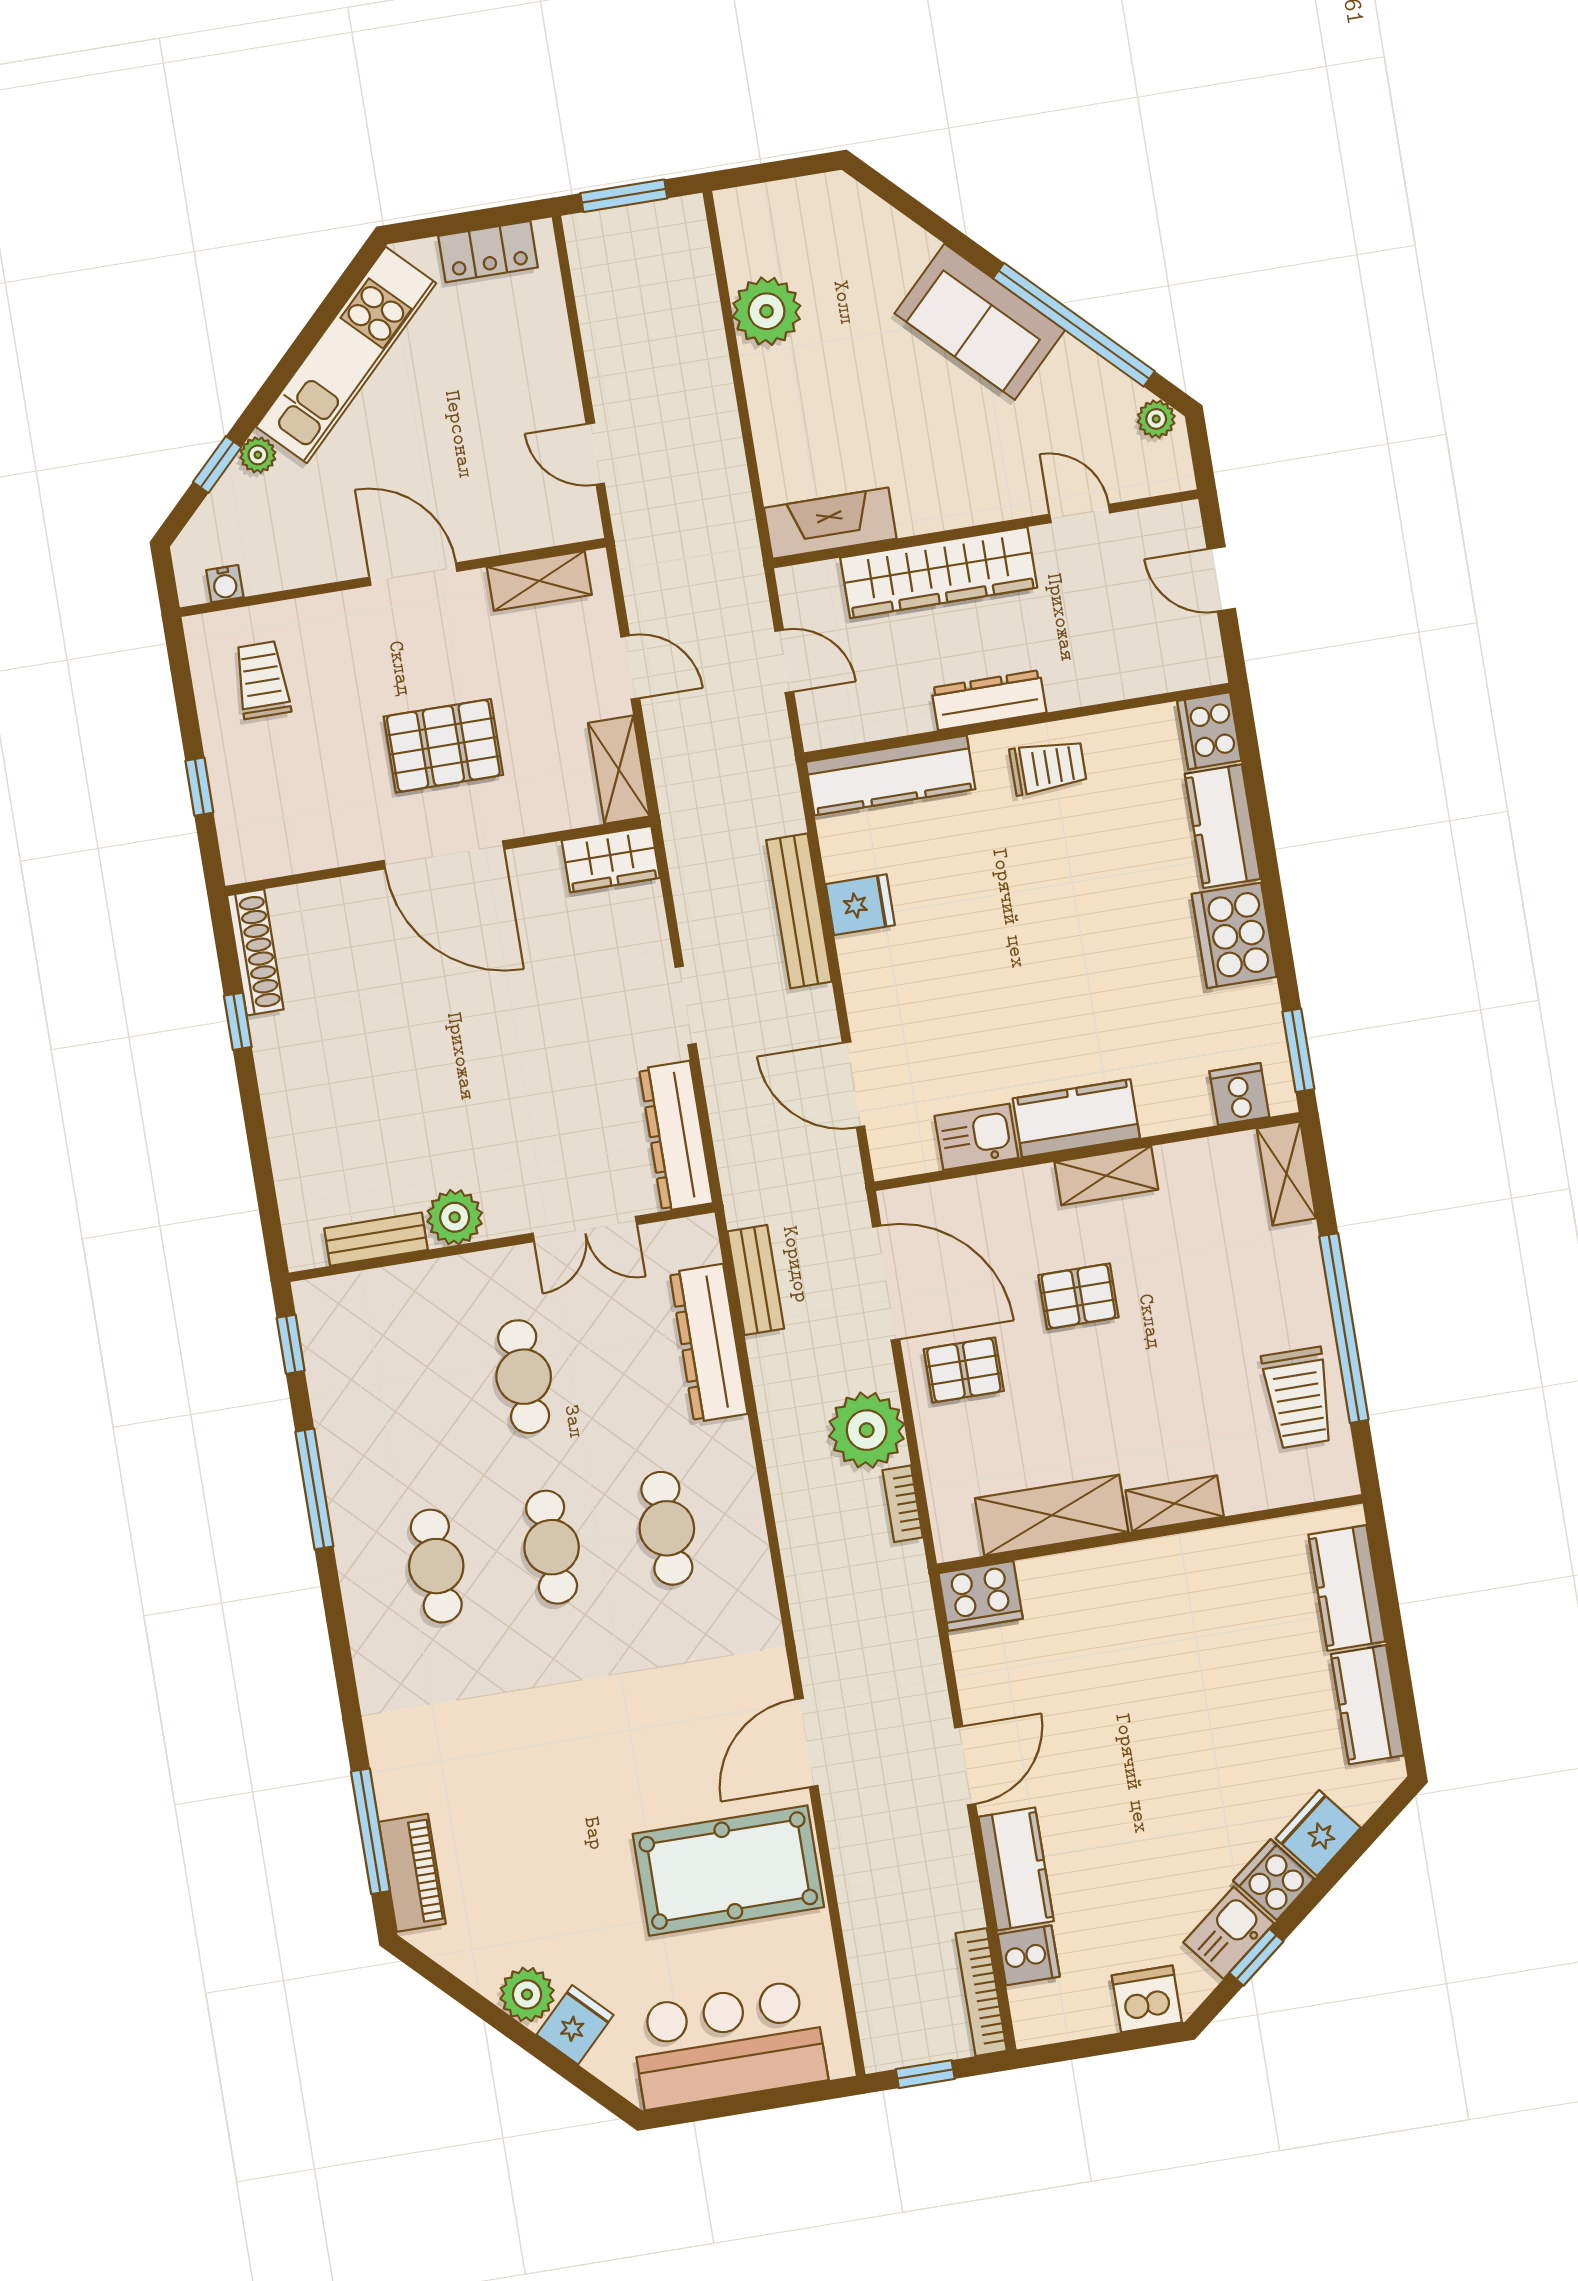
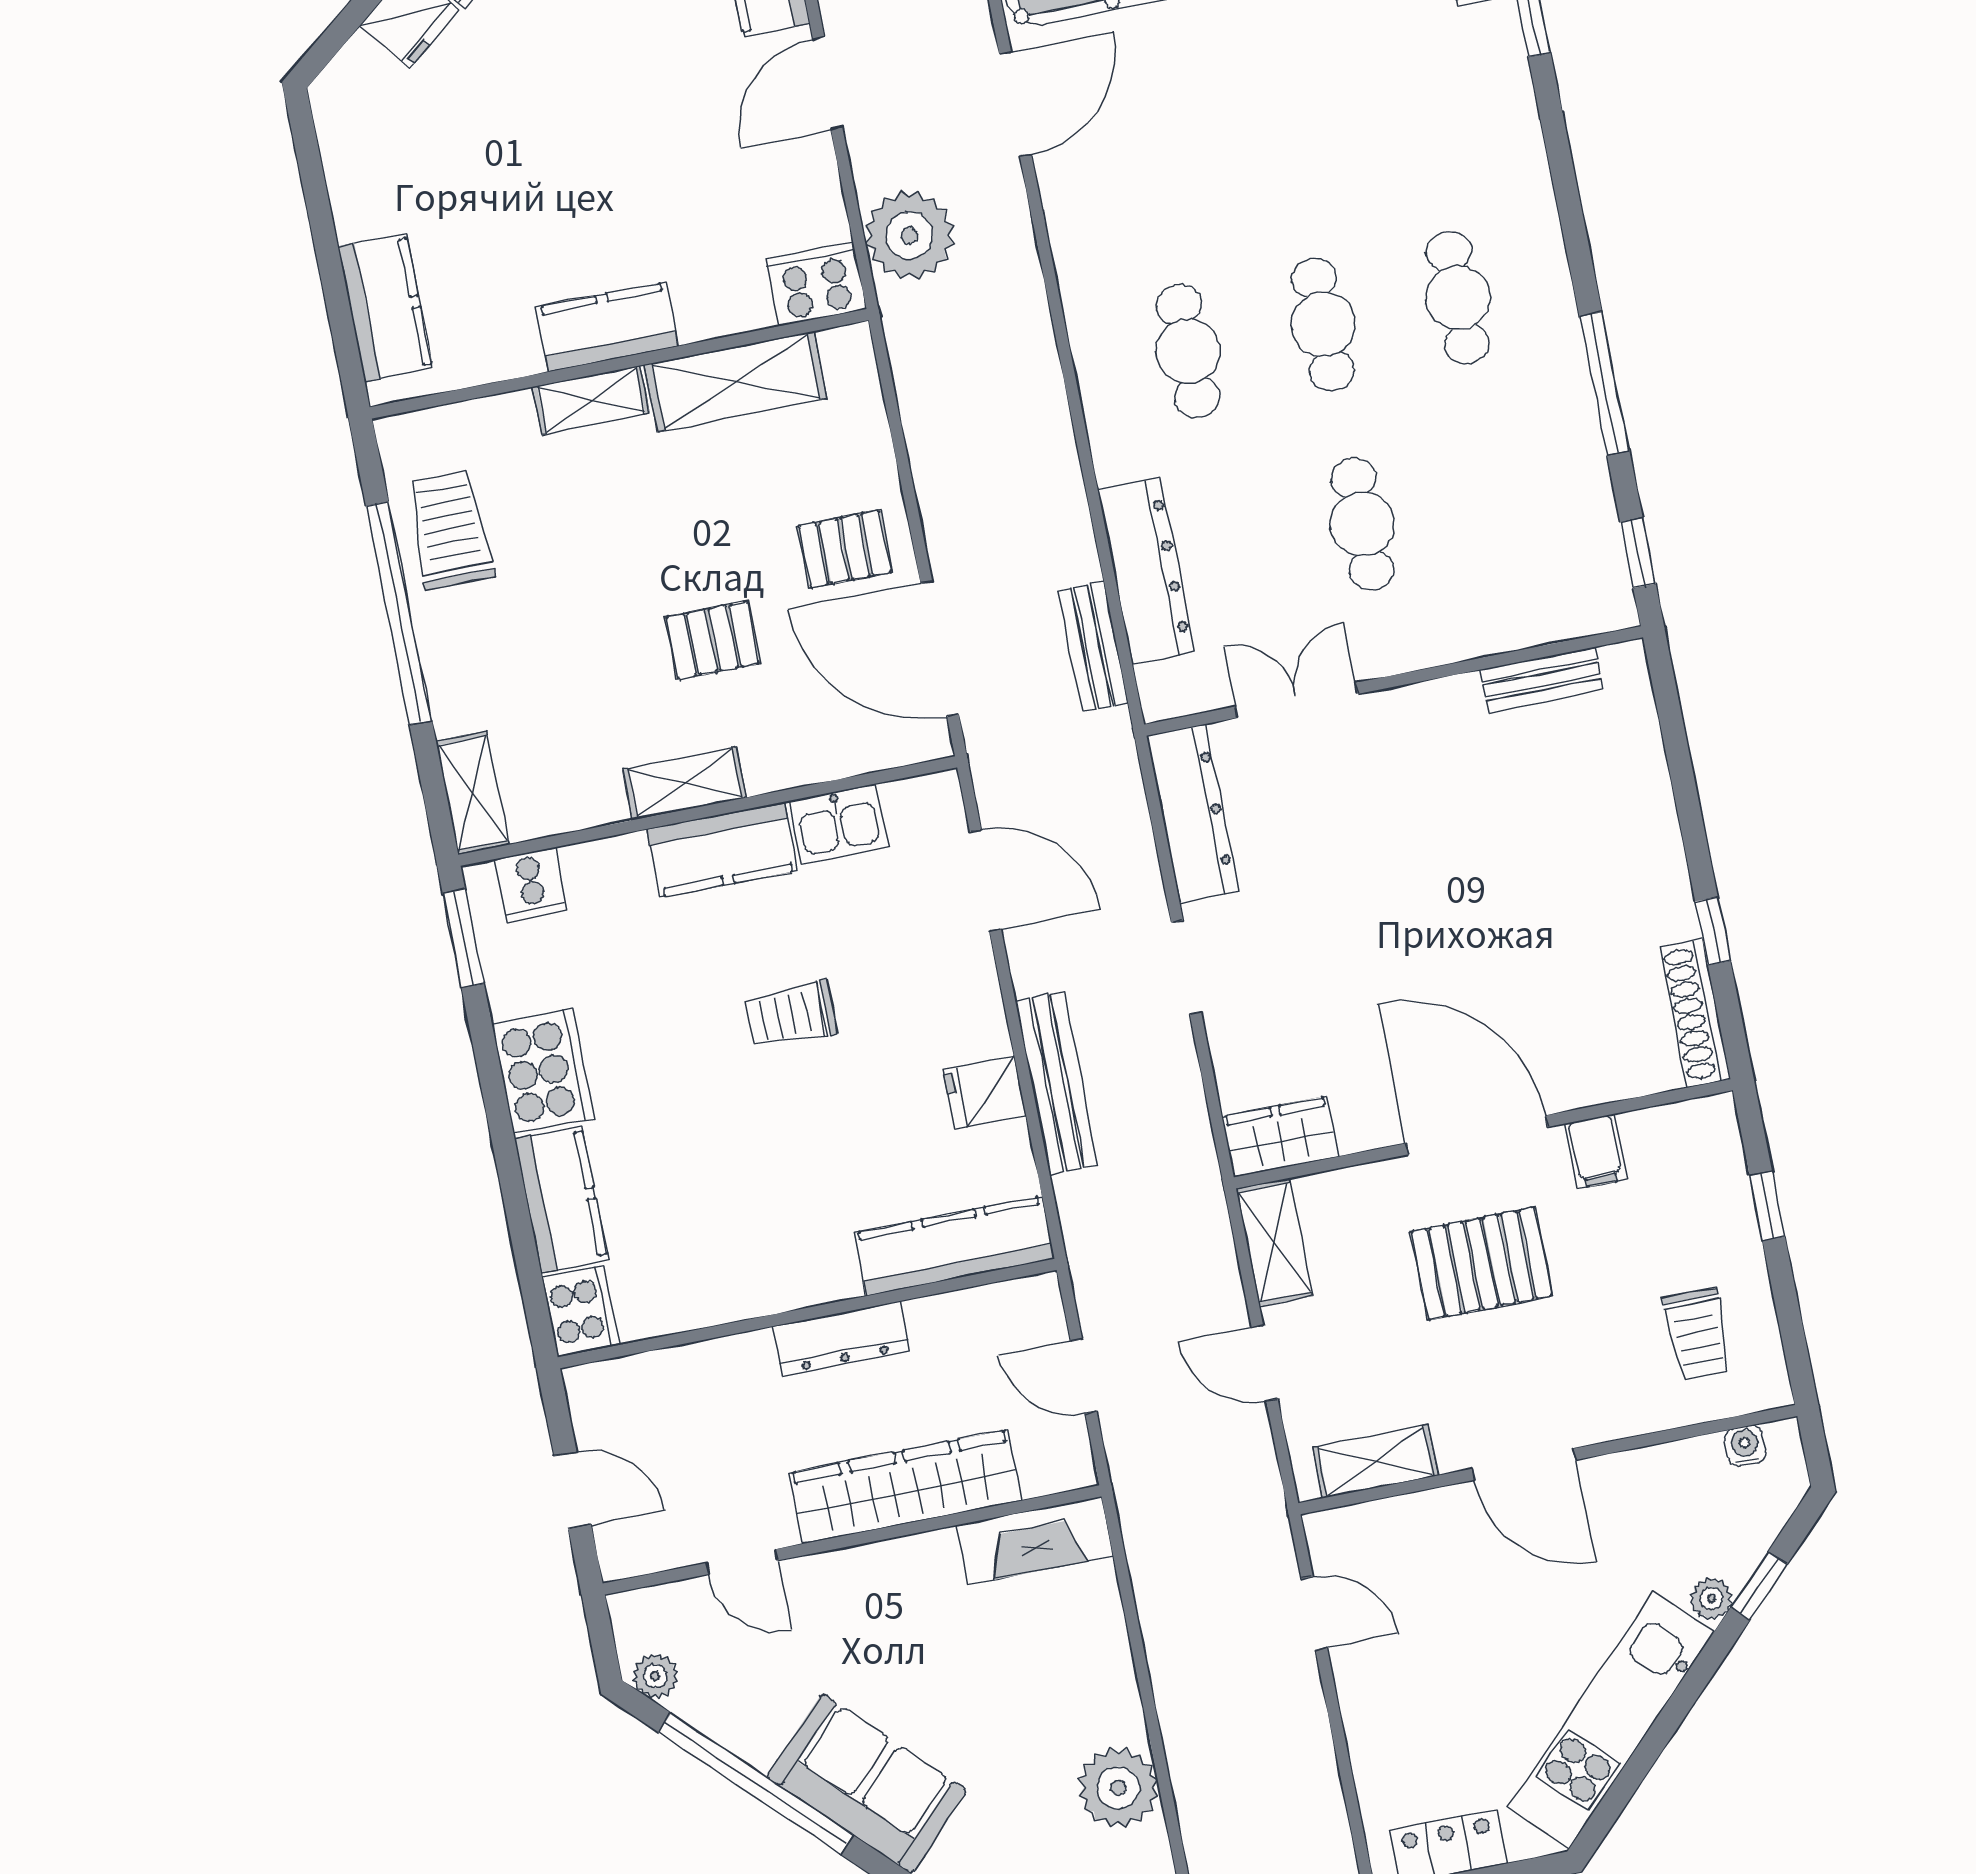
trolley: (1048, 767) -> (791, 1014), moved
filing cabinet: (343, 838) -> (1596, 1151), added
plant: (455, 1217) -> (1450, 709), removed
plant: (867, 1430) -> (909, 235), moved
bookcase: (903, 1504) -> (911, 389), removed
kitchen counter: (1368, 1705) -> (607, 327), moved, turned -90

